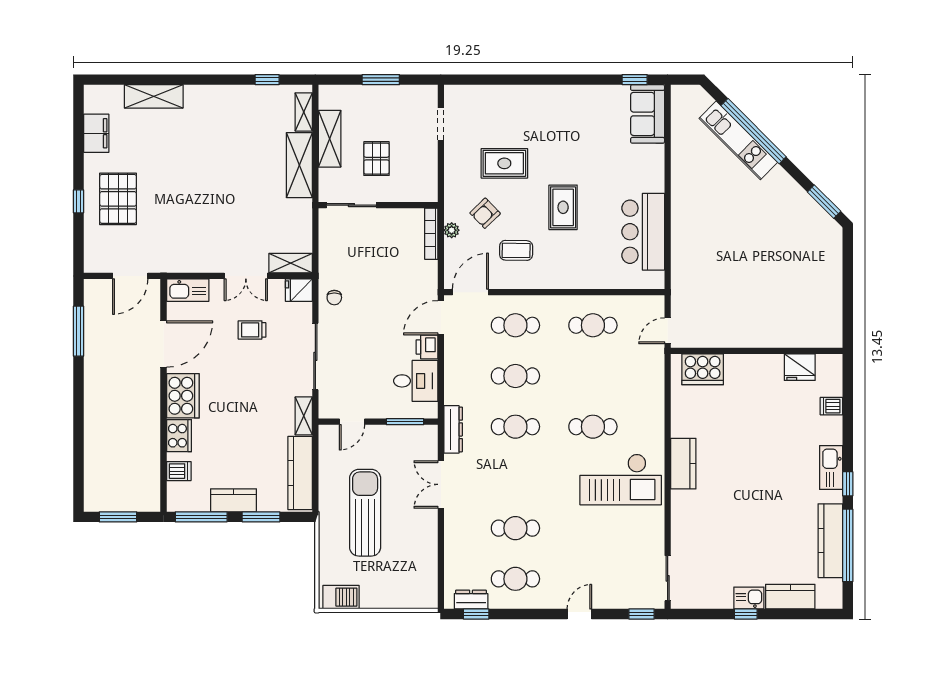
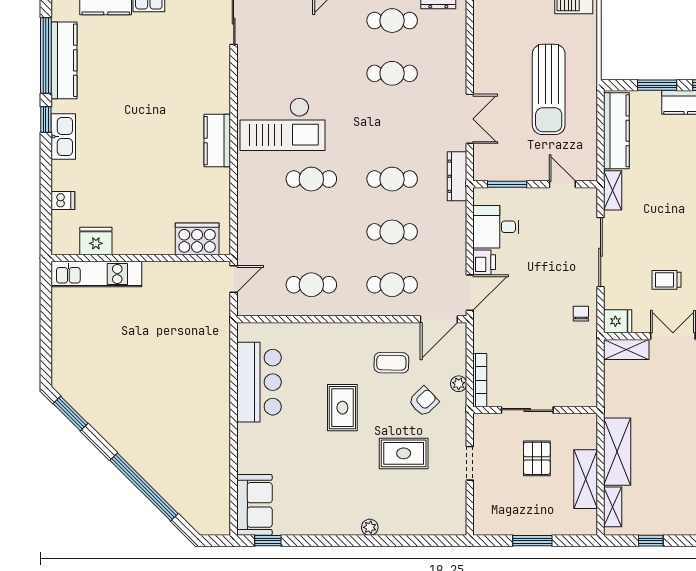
plant: (537, 92) -> (370, 527), added
doorway: (441, 124) -> (470, 463), moved
kitchen unit: (738, 140) -> (96, 274), moved, turned 135
sliding door: (351, 205) -> (527, 410), moved
trolley: (252, 330) -> (666, 280), turned 180
door: (352, 422) -> (562, 184), hinge flipped
checkout: (621, 479) -> (282, 124), turned 180

